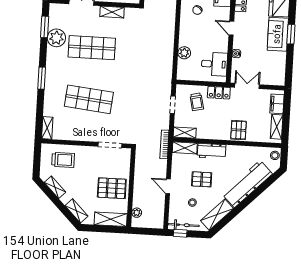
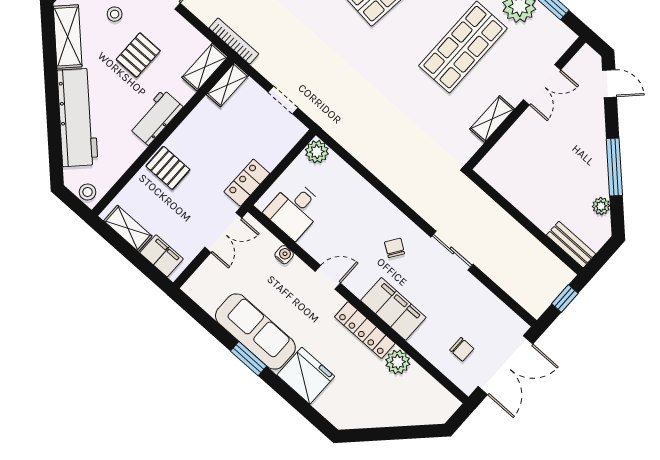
sofa: (278, 34) -> (255, 332), width x1.36
plant: (184, 53) -> (317, 152), moved
trolley: (197, 102) -> (259, 139), removed
workbench: (212, 151) -> (156, 117), moved

